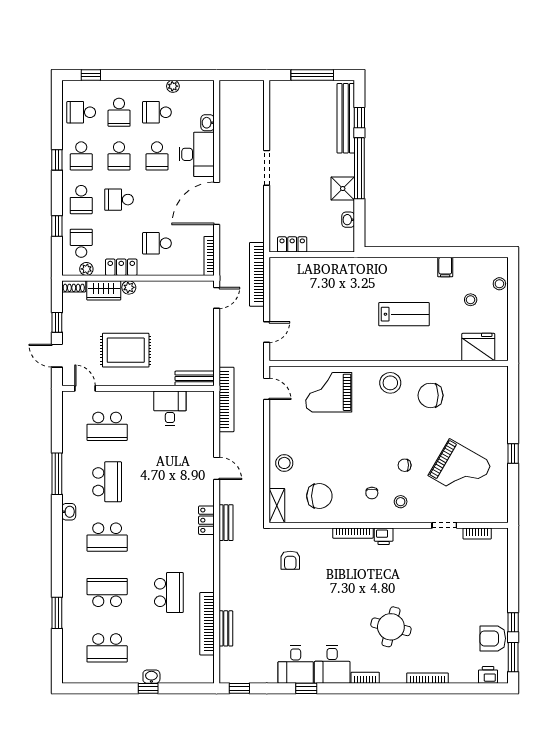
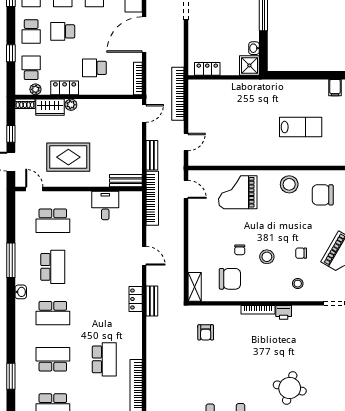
shower: (343, 189) -> (249, 65), moved
stool: (284, 463) -> (267, 257), moved
chair: (372, 493) -> (240, 250), moved
bench: (226, 628) -> (152, 155), moved

